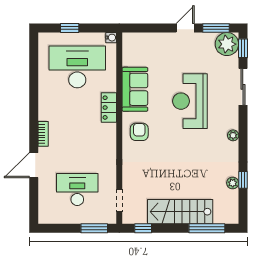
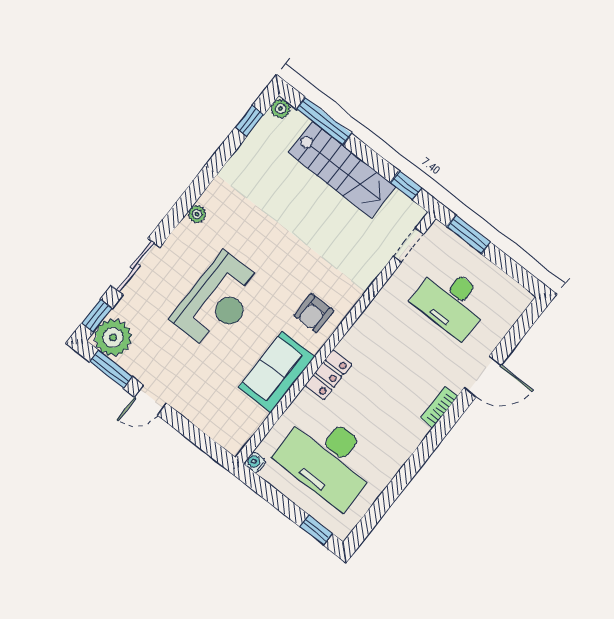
window: (70, 28) -> (316, 530), moved
window: (243, 180) -> (250, 121), moved
plant: (233, 183) -> (281, 109), moved

